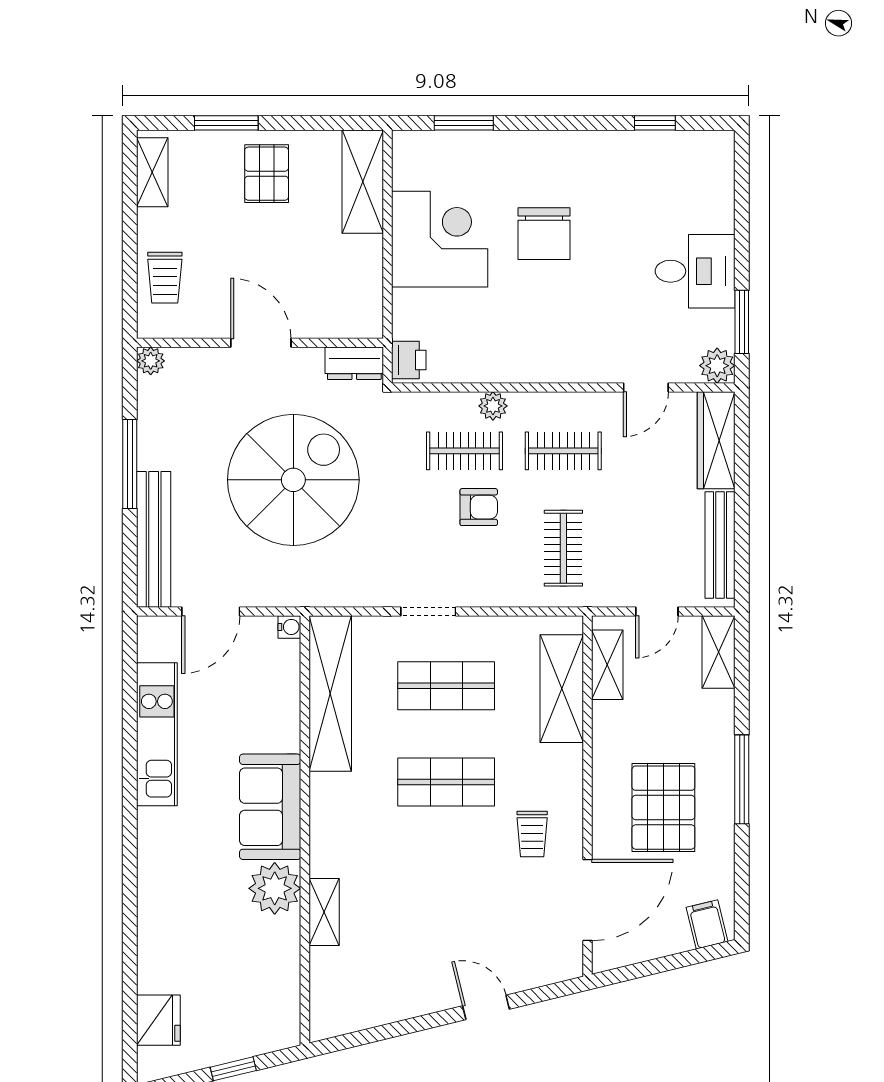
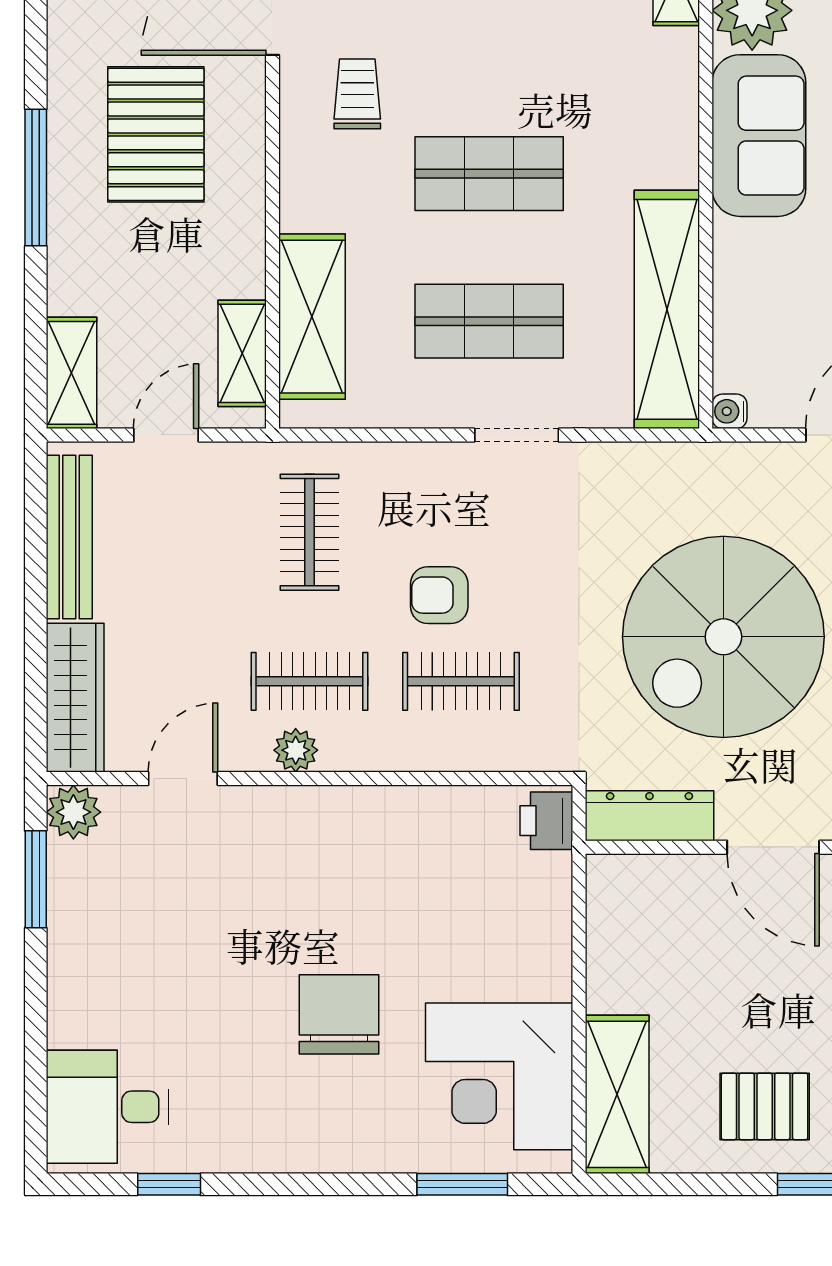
pallet: (267, 174) -> (765, 1106), turned 90
corner desk: (440, 239) -> (499, 1076), moved
desk: (695, 271) -> (107, 1107), moved
dresser: (354, 363) -> (649, 816), width x1.44
plant: (493, 406) -> (296, 750), moved

